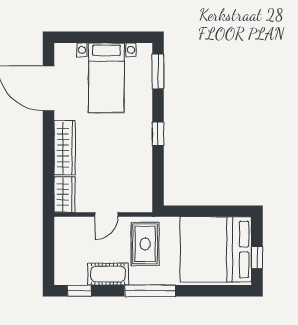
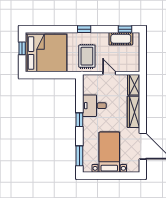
desk: (132, 158) -> (94, 106), added
door: (106, 214) -> (109, 73), hinge flipped
cot: (108, 274) -> (121, 39), moved
window: (150, 291) -> (84, 29), width x0.46

